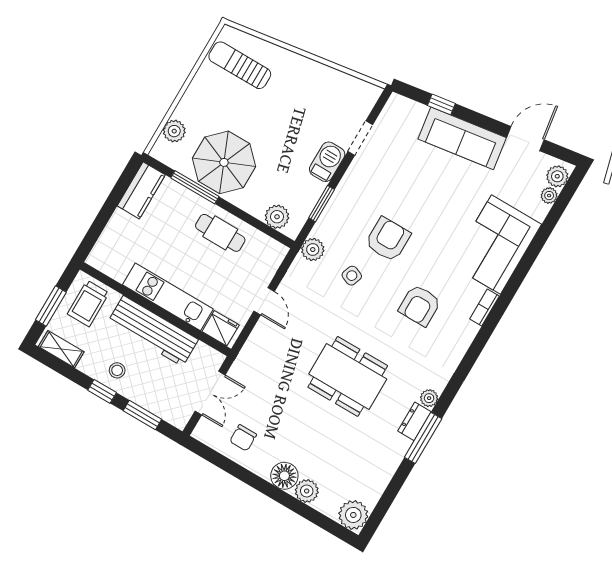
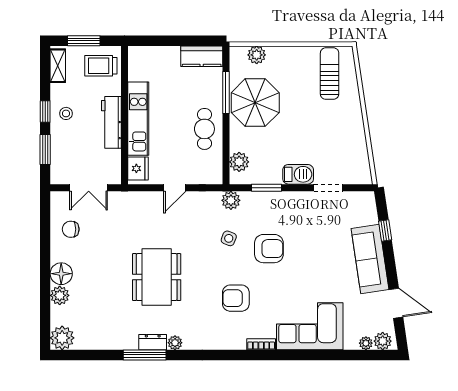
workbench: (153, 331) -> (111, 122), width x0.73, depth x0.76

